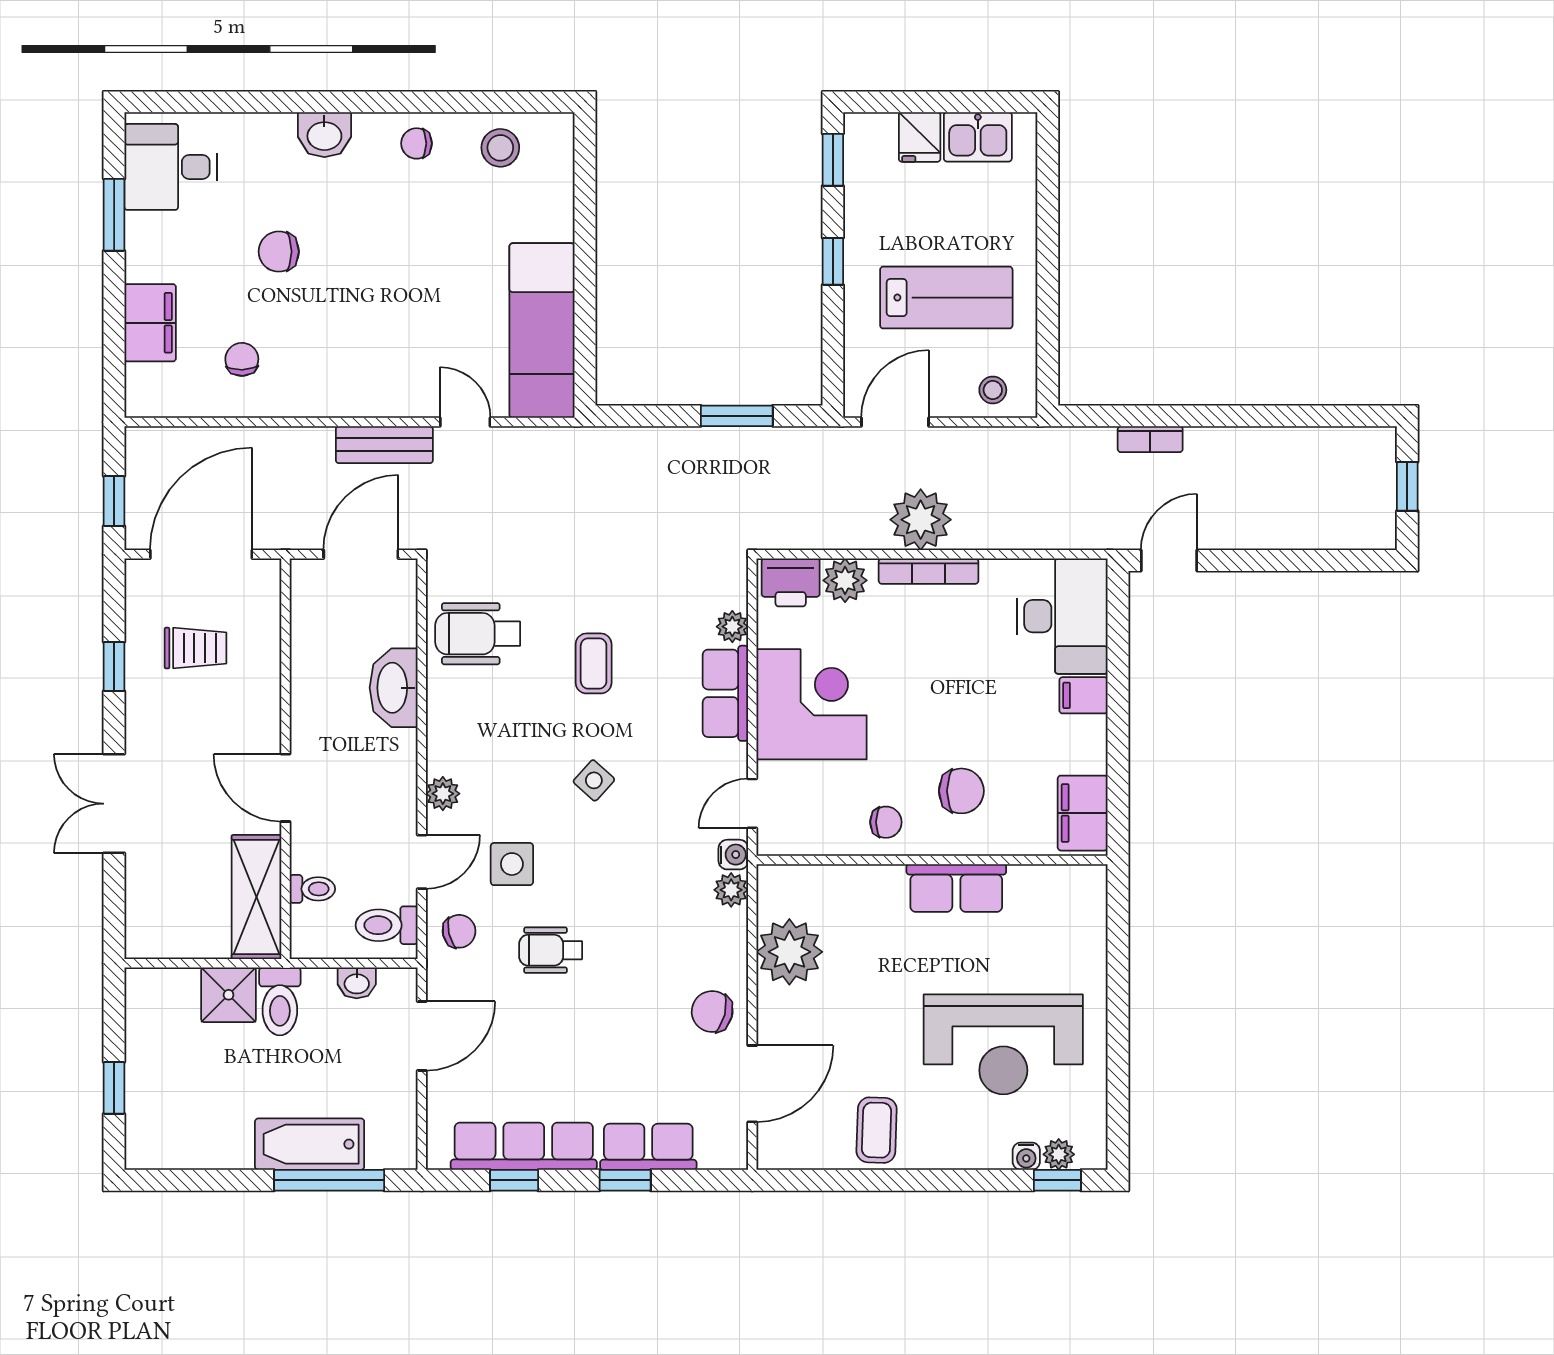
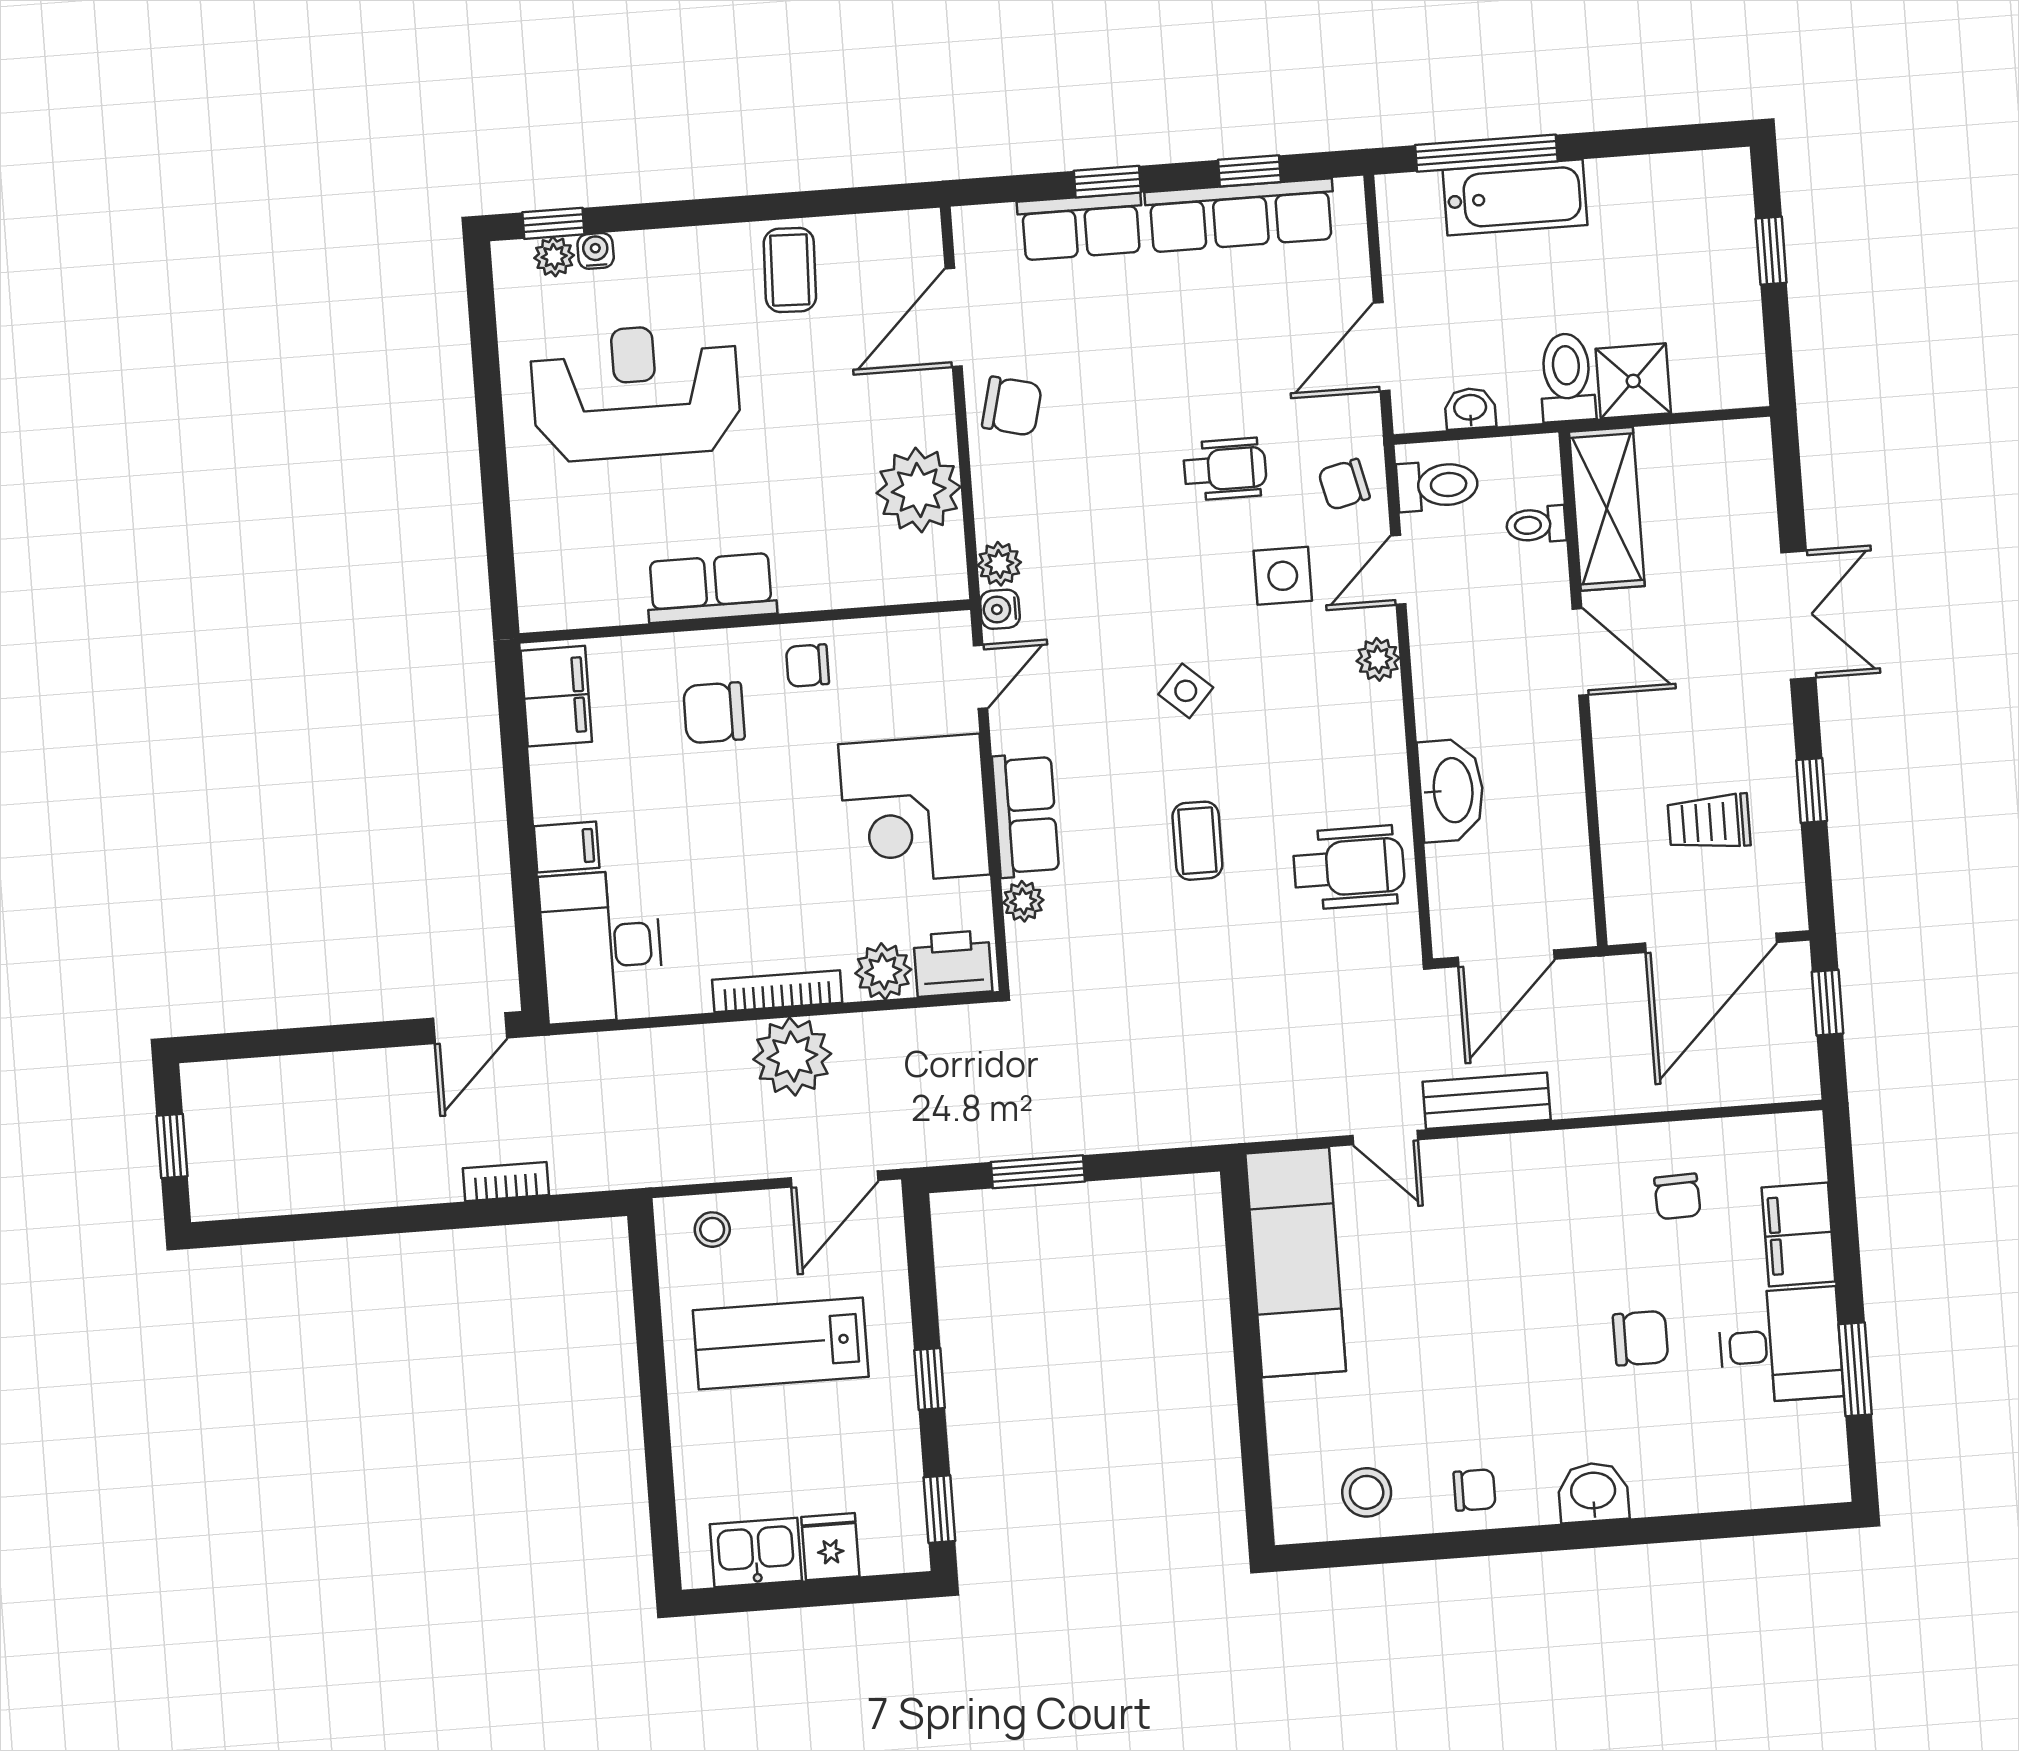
desk: (171, 167) -> (1780, 1345), moved

